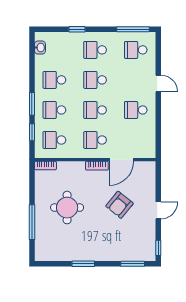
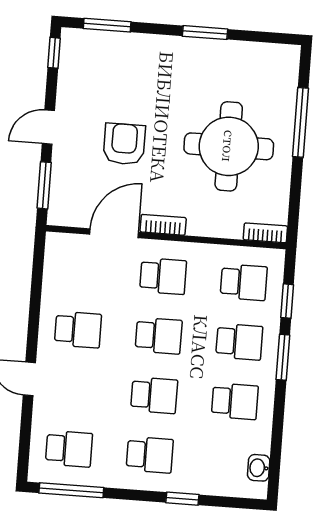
window: (158, 181) -> (44, 185), added
armchair: (120, 205) -> (124, 144), turned -39
round table: (67, 208) -> (229, 146), width x1.36, depth x1.36

